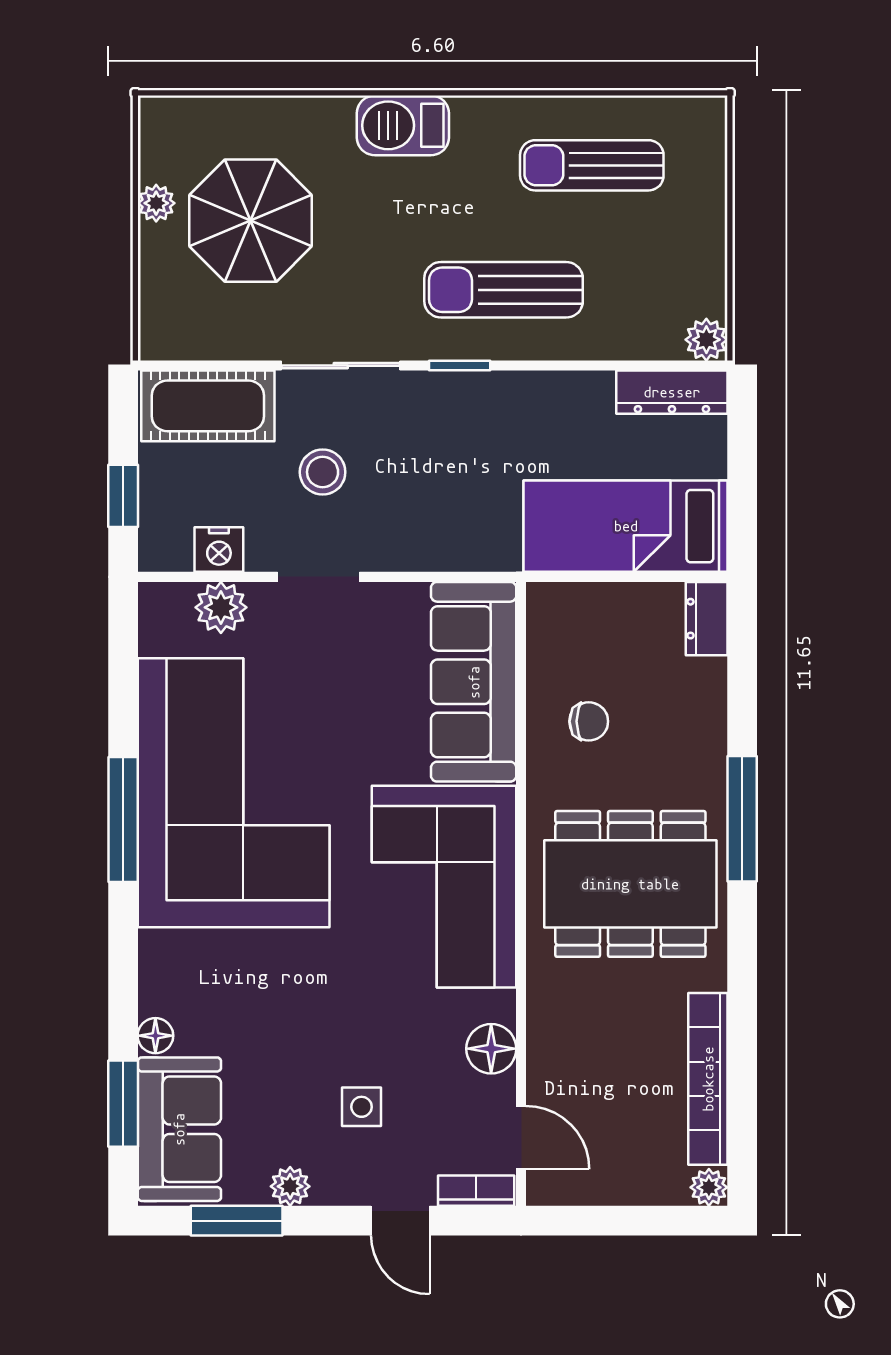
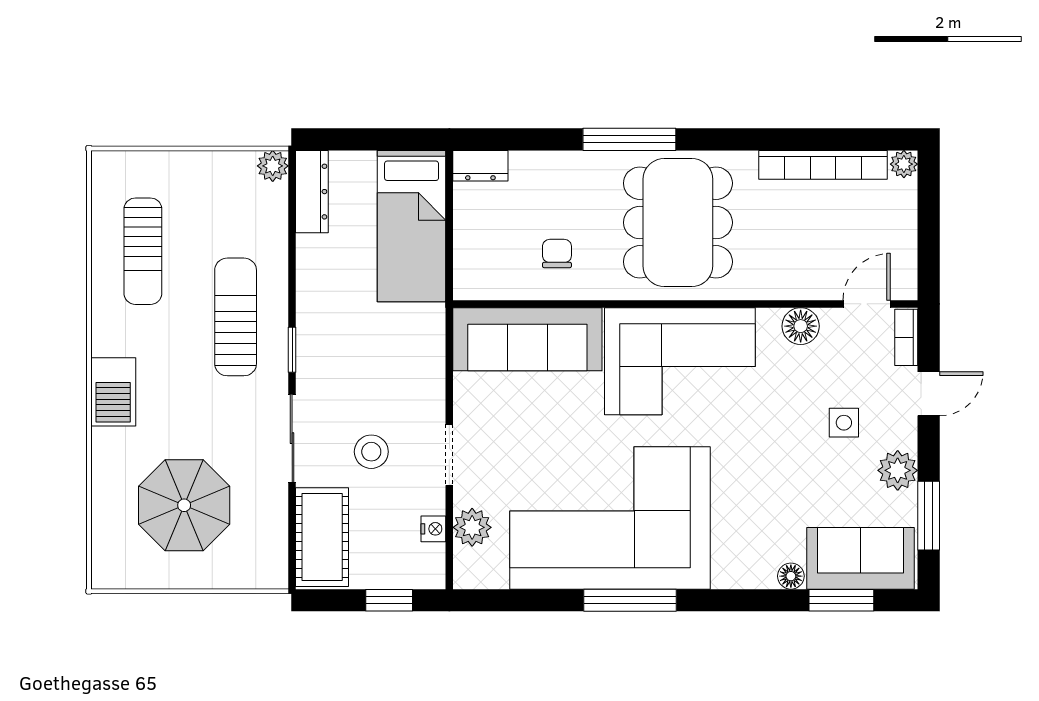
plant: (156, 203) -> (171, 576), removed
sun lounger: (504, 290) -> (236, 317), turned 180
nightstand: (219, 550) -> (433, 529), width x0.72, depth x0.74
plant: (290, 1186) -> (898, 470), width x1.38, depth x1.38

